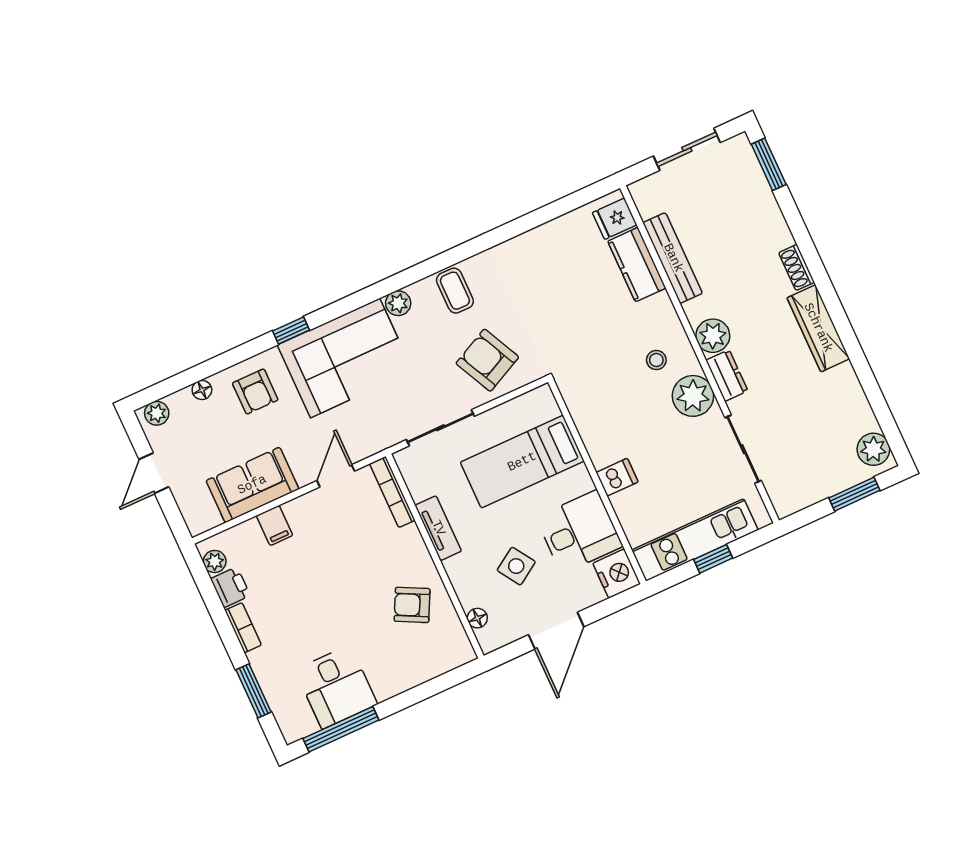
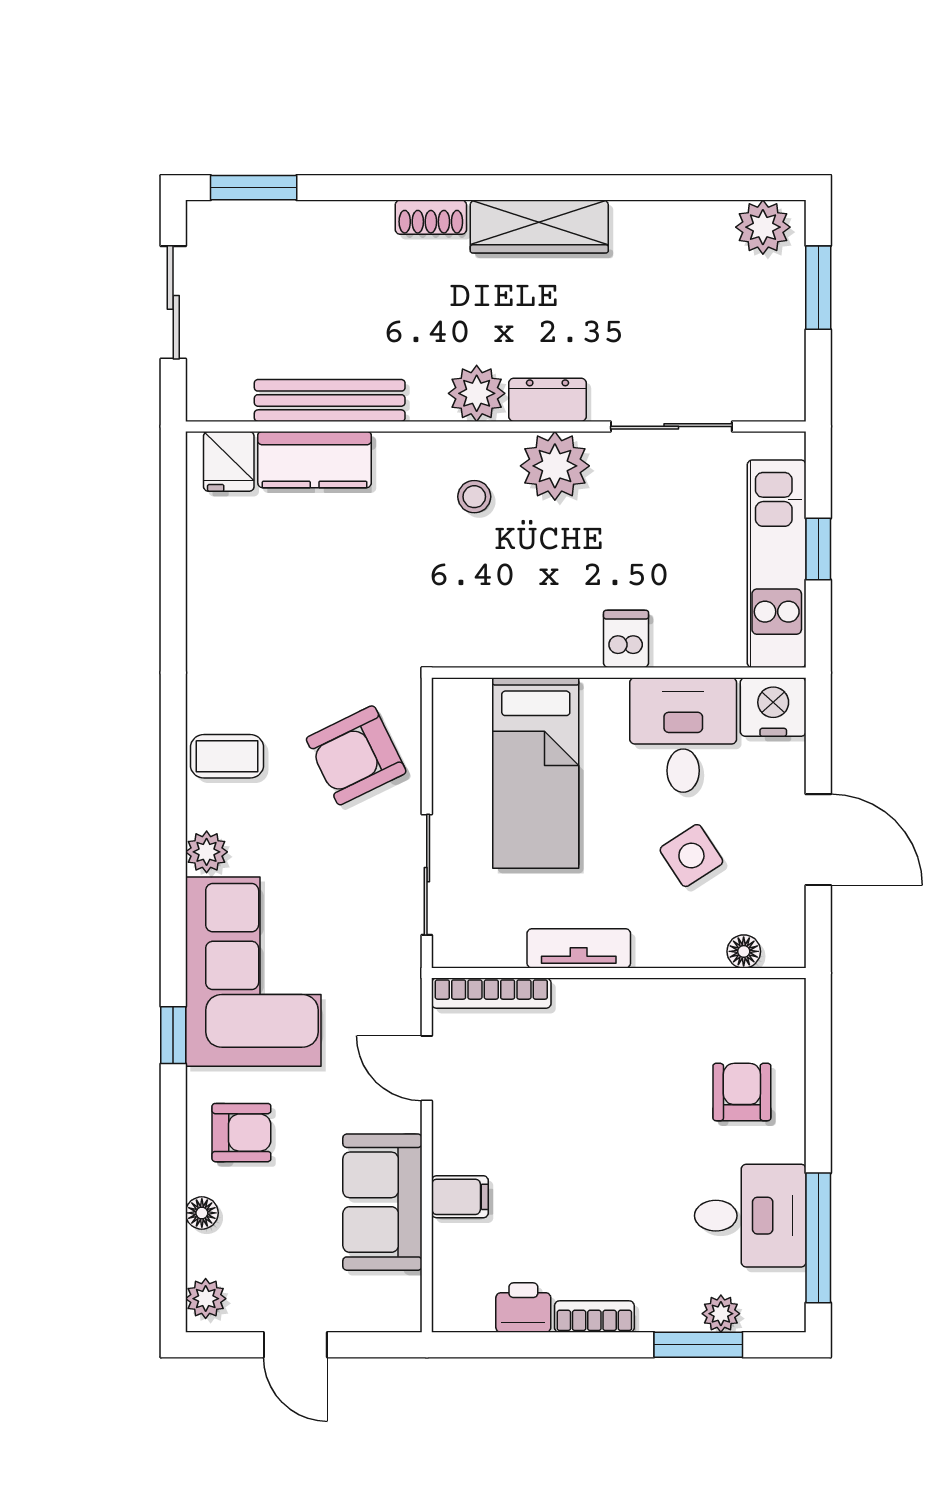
plant: (215, 561) -> (721, 1314), moved
armchair: (412, 605) -> (742, 1092), moved, turned 153

